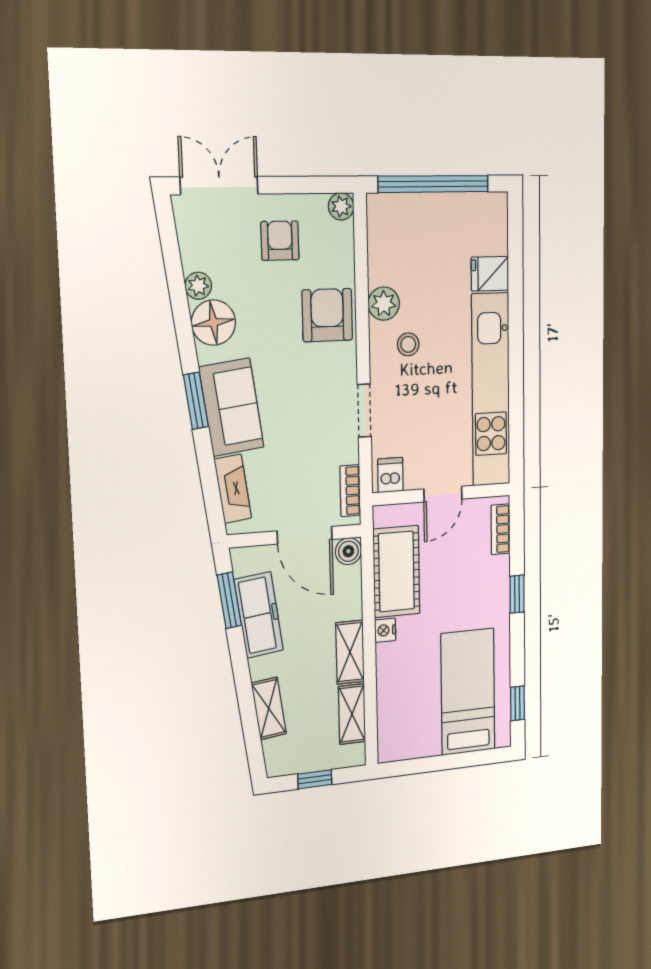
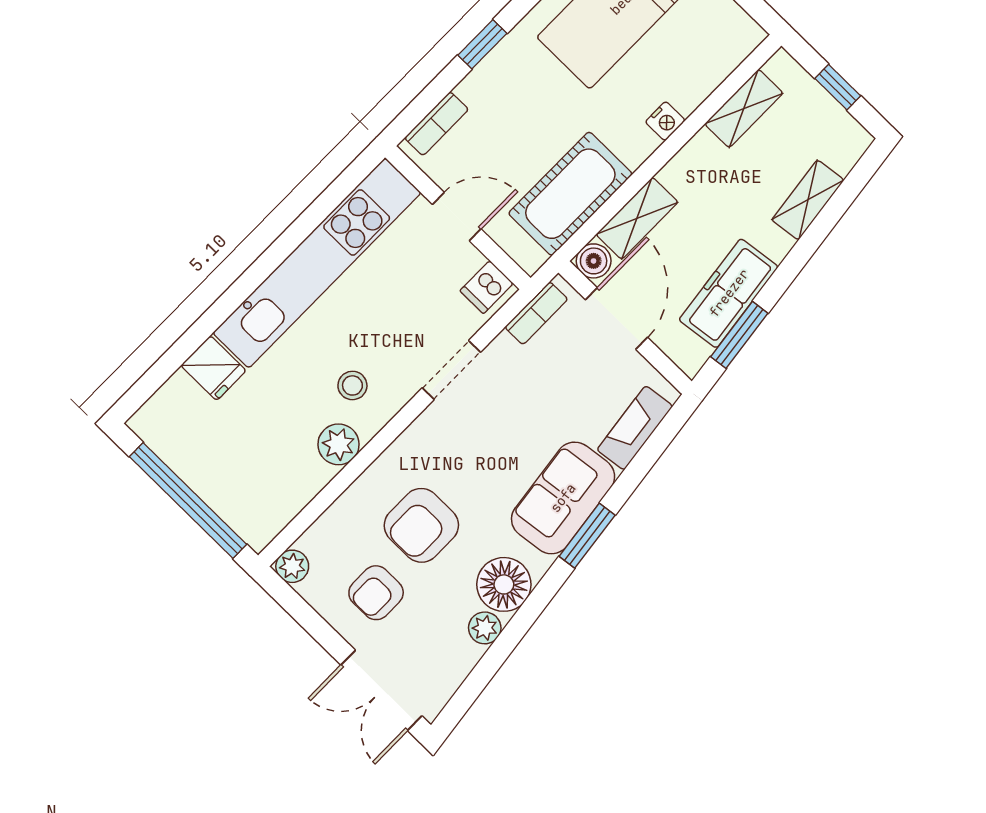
armchair: (327, 315) -> (421, 525), moved
nightstand: (385, 630) -> (665, 121), moved
shelving: (350, 652) -> (637, 218), moved

